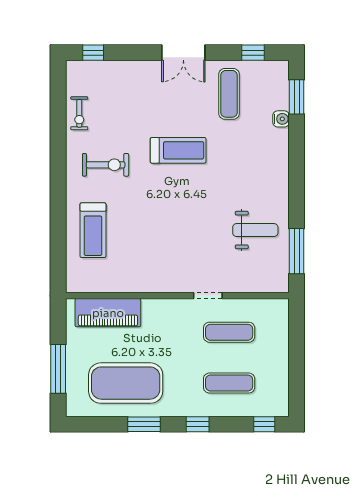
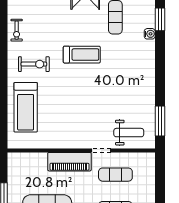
treadmill: (93, 230) -> (26, 107), width x1.37, depth x1.38
weight bench: (255, 230) -> (129, 133), moved
piano: (108, 313) -> (69, 162), moved

